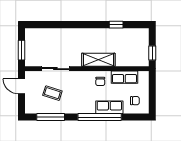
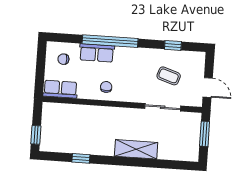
window: (152, 53) -> (36, 135), moved
shelving: (98, 60) -> (136, 149), moved
row of seats: (124, 77) -> (60, 89), moved
window: (51, 117) -> (173, 45), width x0.46

